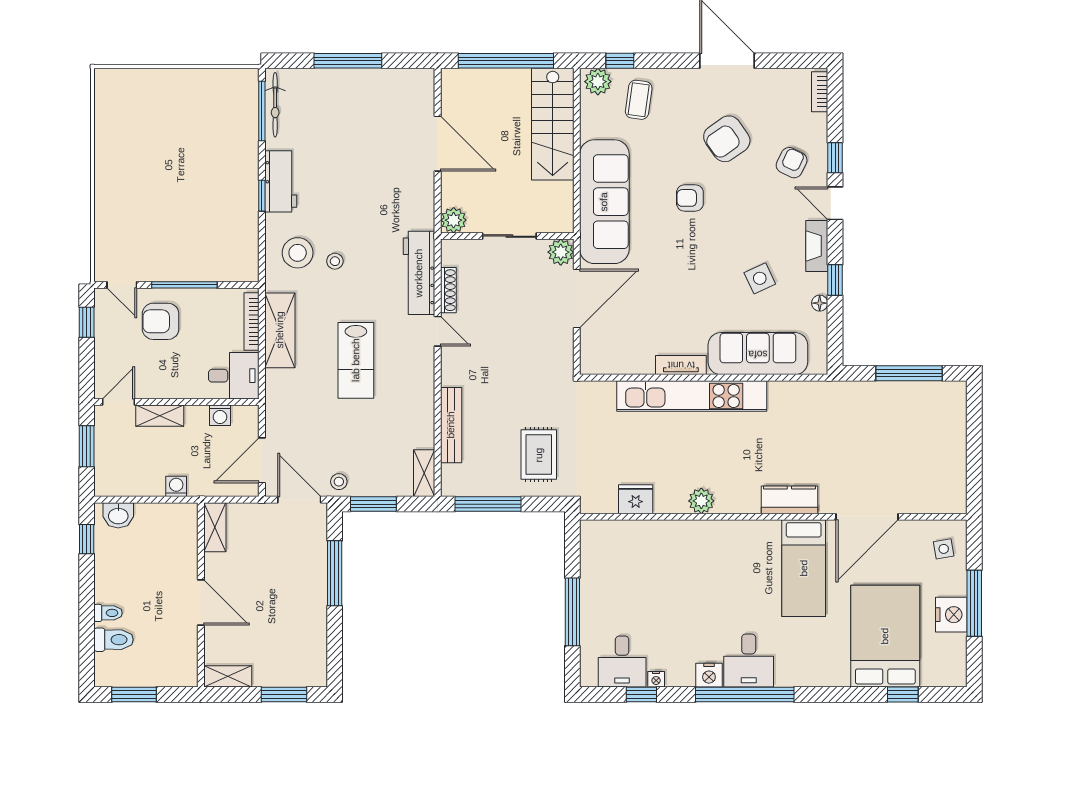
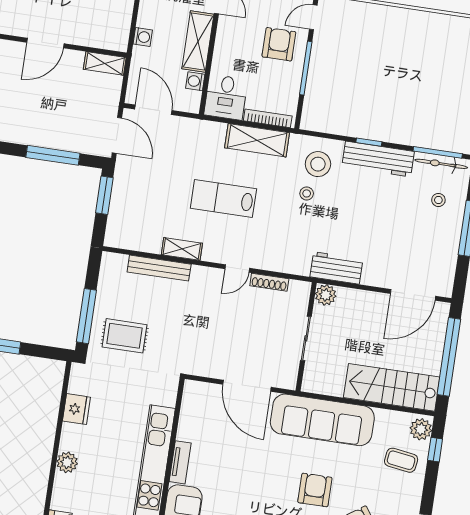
door: (438, 144) -> (413, 295), moved
workbench: (281, 181) -> (378, 159), width x1.38
armchair: (690, 198) -> (315, 490), width x1.38, depth x1.38
plant: (561, 252) -> (287, 378), removed
workbench: (419, 273) -> (336, 268), moved, width x0.73
shelving: (160, 416) -> (198, 41), width x1.50, depth x1.33
shelving: (424, 473) -> (182, 249), moved
stool: (339, 482) -> (438, 200), moved
door: (299, 500) -> (117, 135), hinge flipped
window: (488, 504) -> (86, 316), moved

